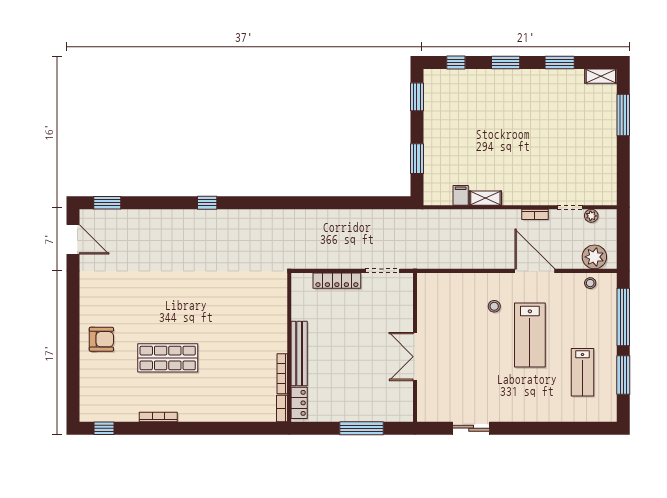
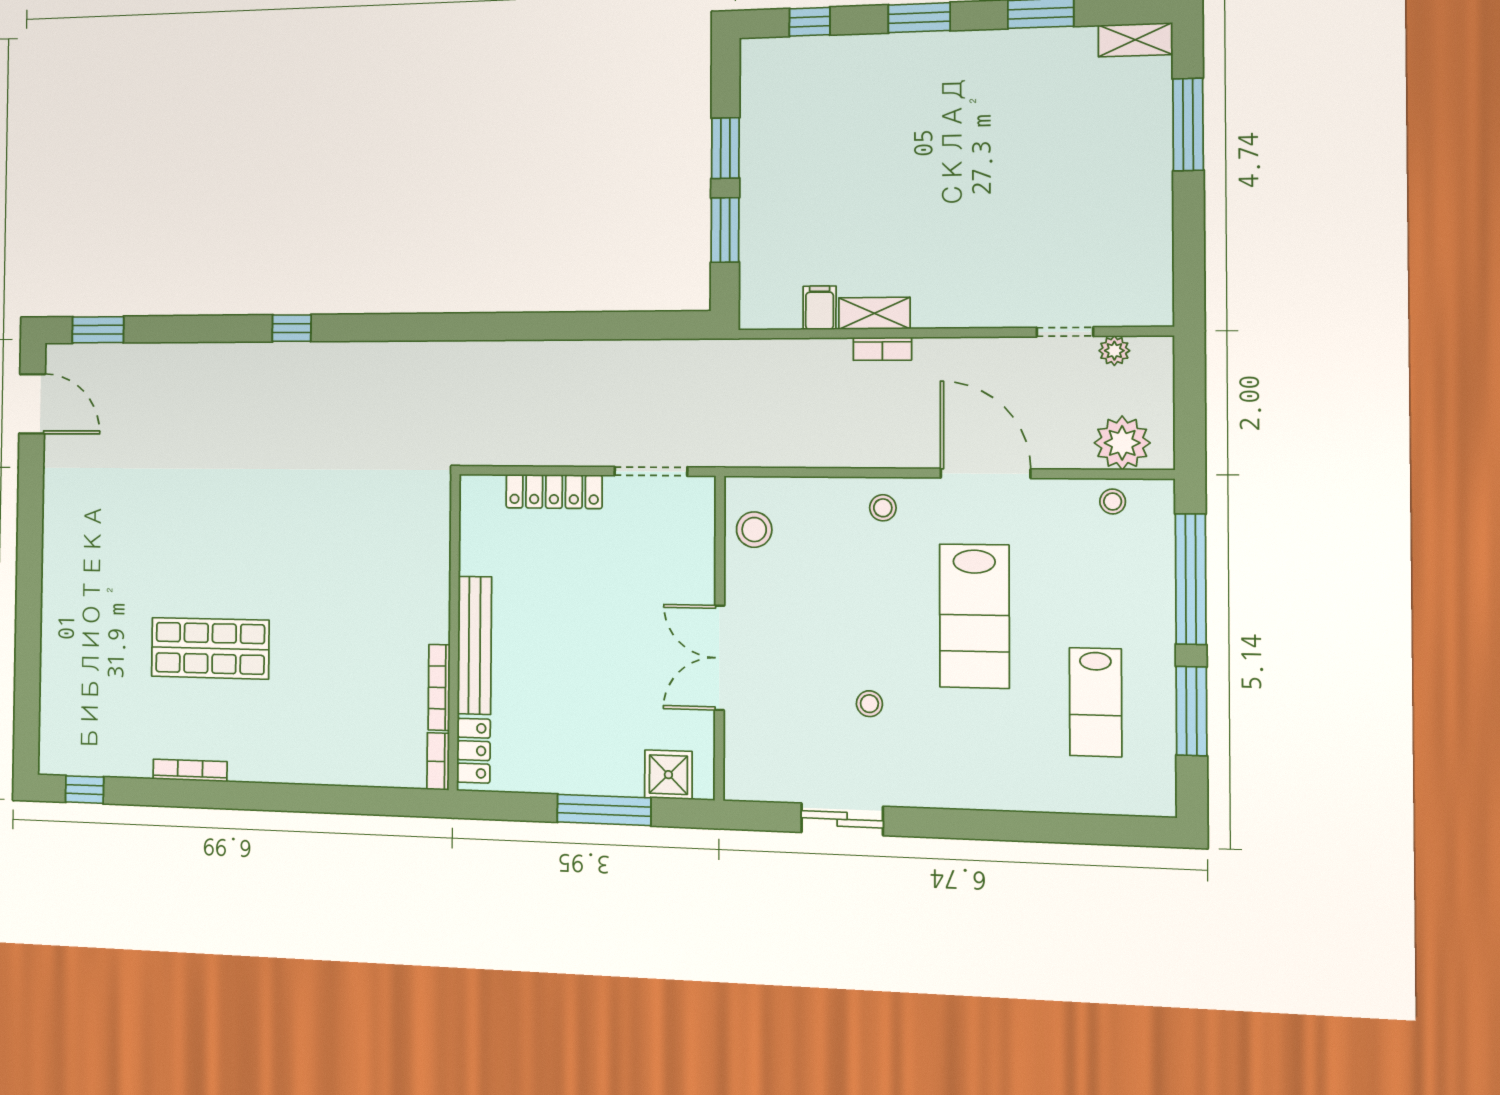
window: (417, 97) -> (725, 148), moved
bookcase: (535, 214) -> (882, 349), moved
stool: (431, 297) -> (754, 530), added
stool: (494, 306) -> (883, 508), moved
armchair: (101, 339) -> (82, 607), removed
stool: (483, 376) -> (869, 704), added
shower: (392, 411) -> (668, 775), added

